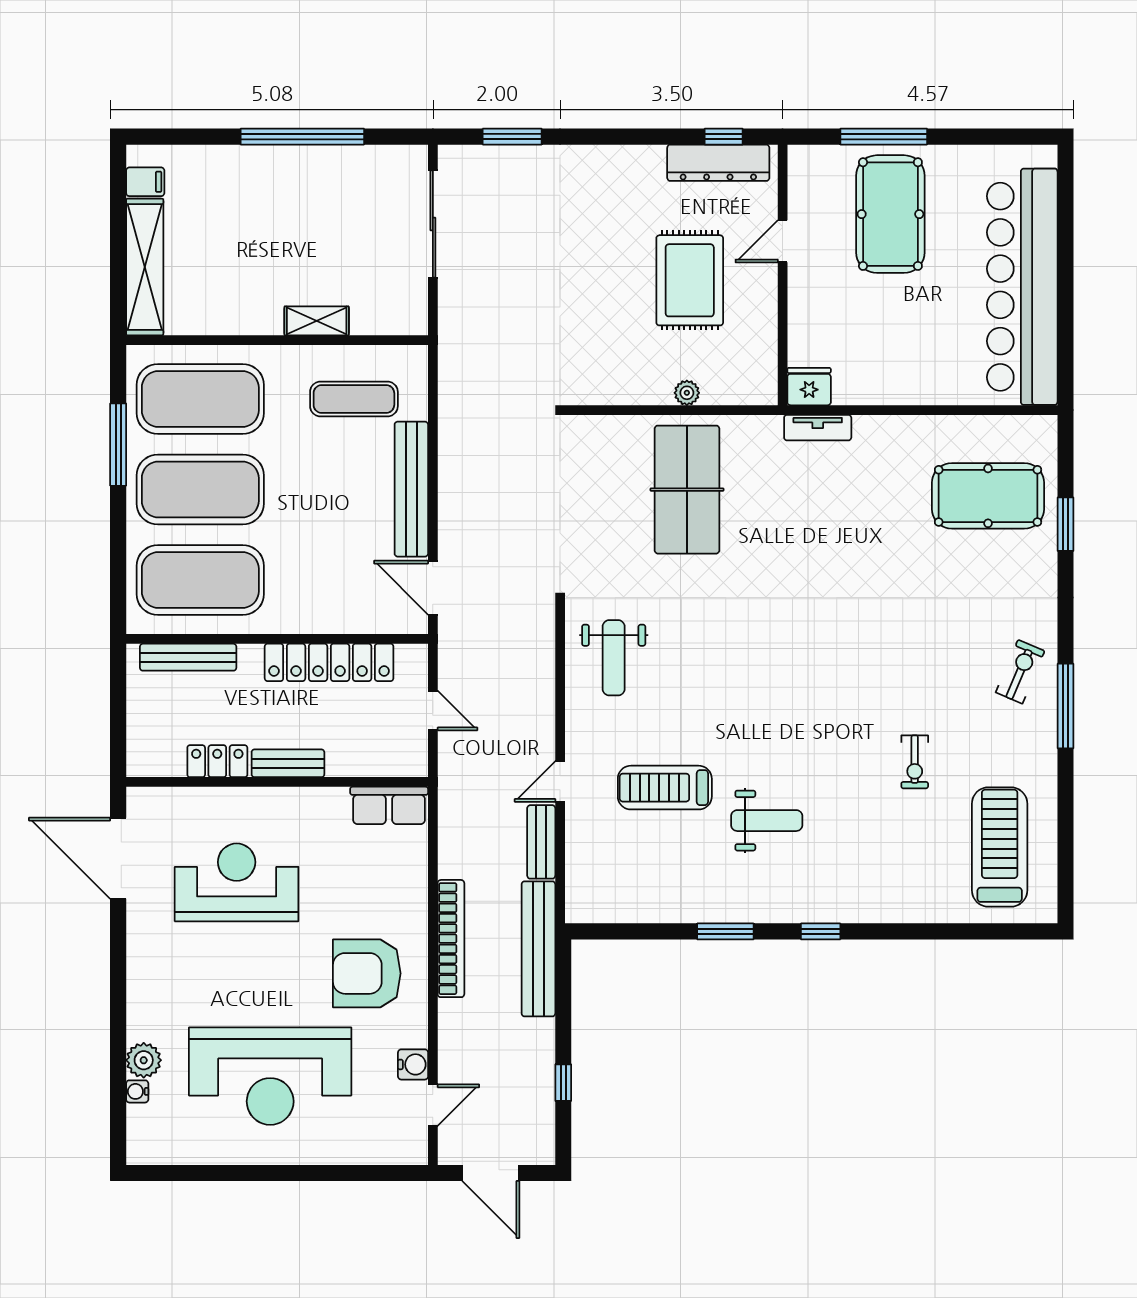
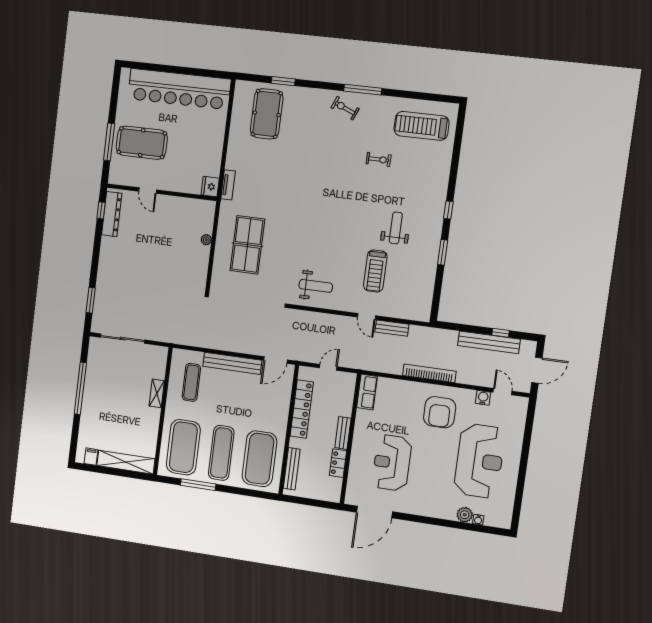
rug: (690, 280) -> (159, 232), removed
exercise mat: (200, 489) -> (221, 453), width x0.68
table tennis table: (687, 490) -> (247, 245), turned 90
bench: (538, 949) -> (489, 342), moved

